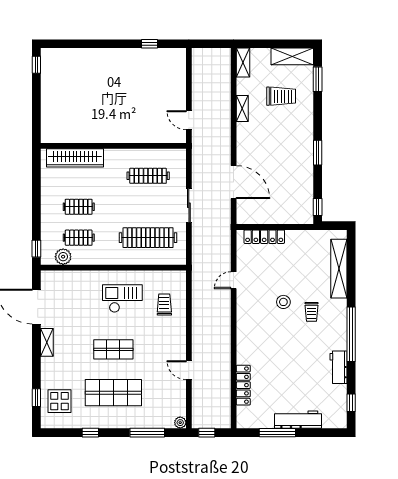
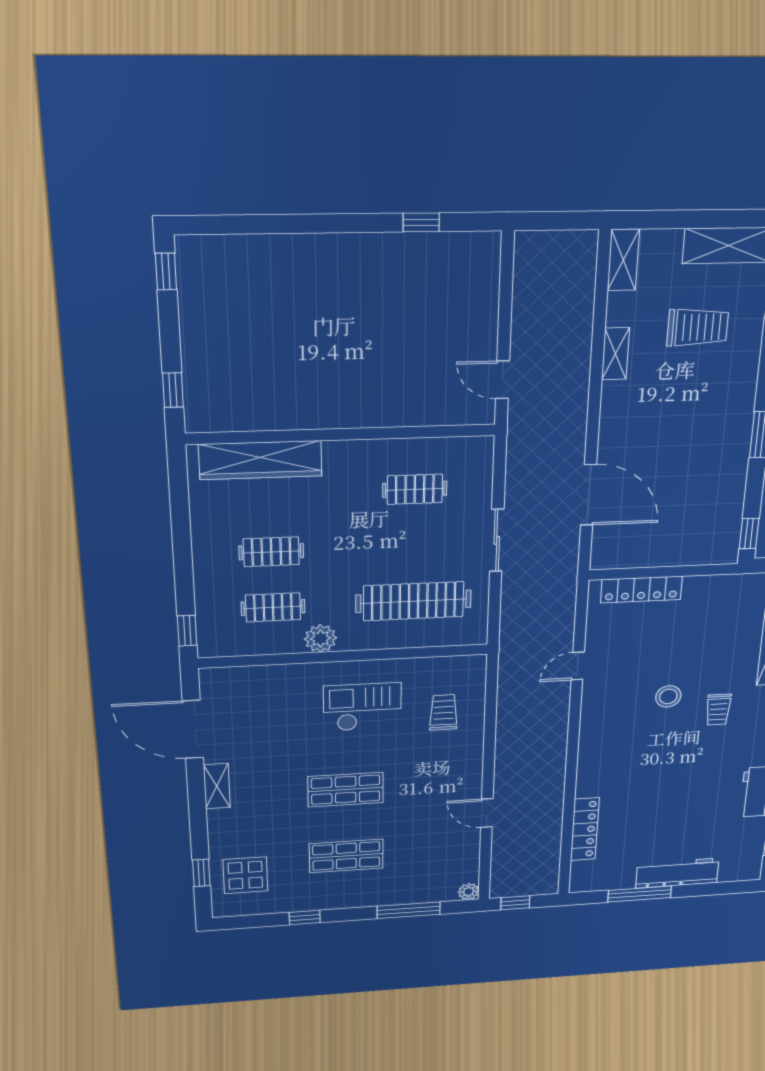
window: (36, 121) -> (173, 390), added
clothes rail: (148, 176) -> (415, 489), width x0.73
plant: (63, 257) -> (320, 638), moved
shop shelf: (113, 393) -> (346, 856), width x0.70, depth x0.74

